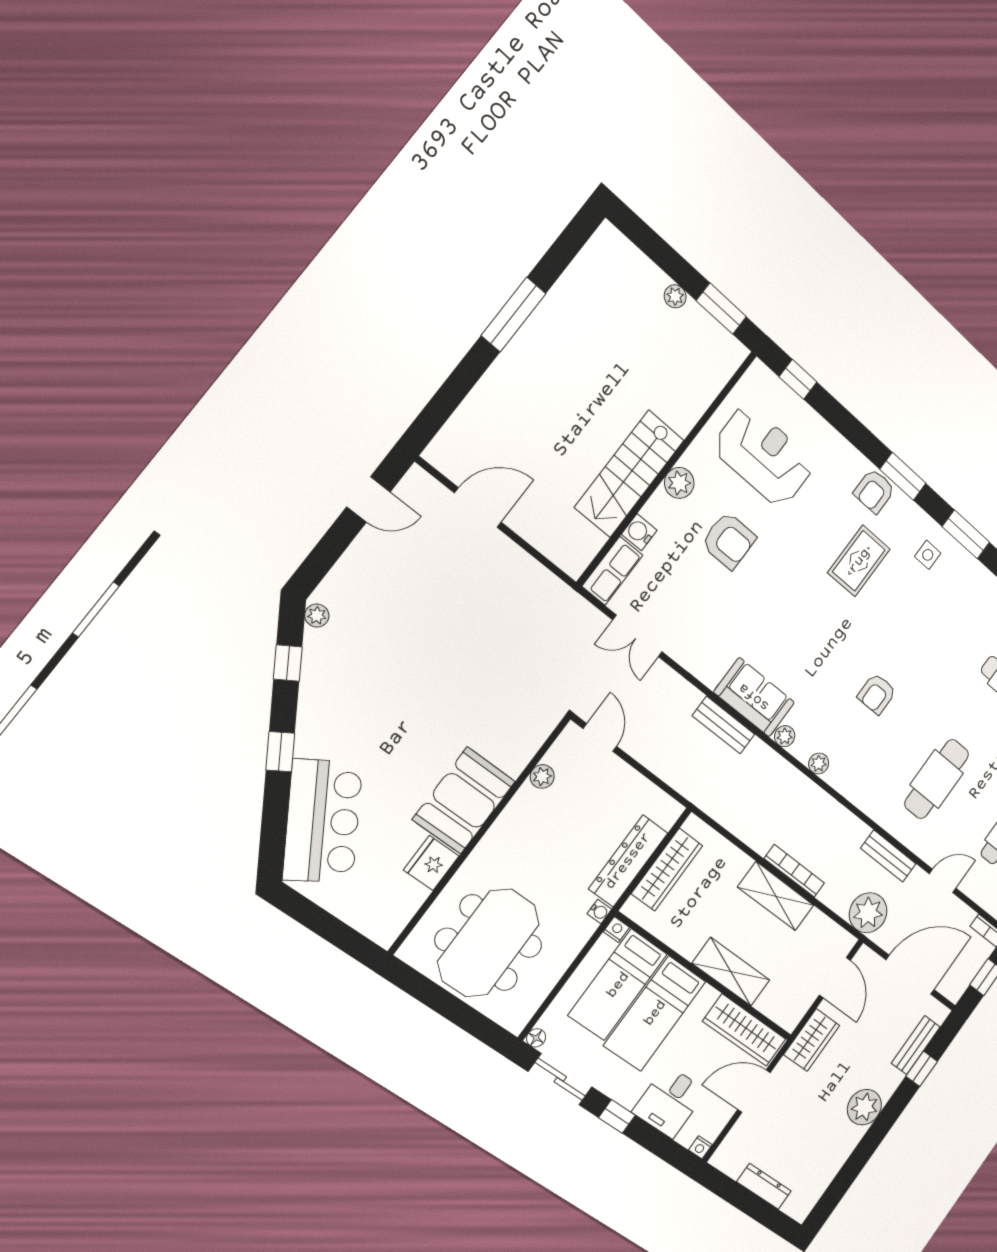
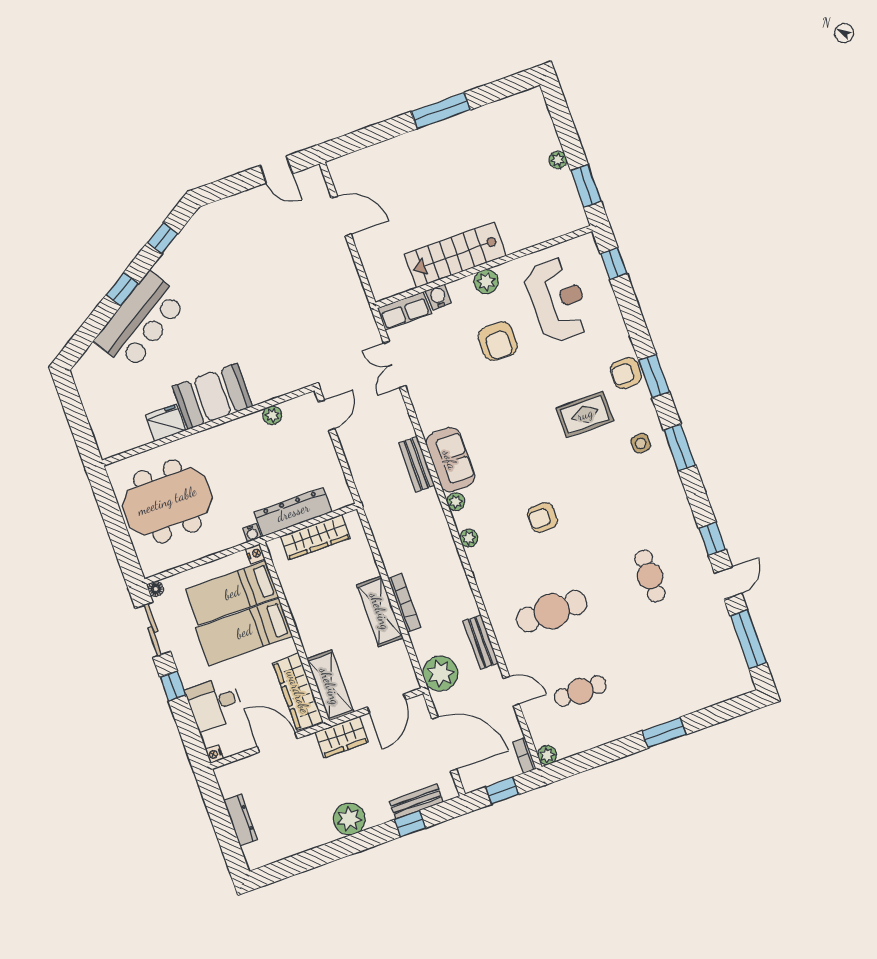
plant: (317, 616) -> (199, 220), removed
bar counter: (323, 821) -> (141, 321), moved
shelving: (731, 972) -> (330, 686), moved

